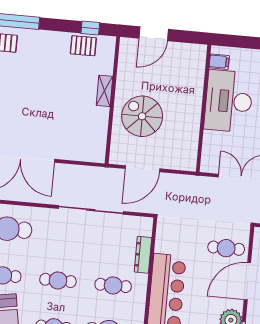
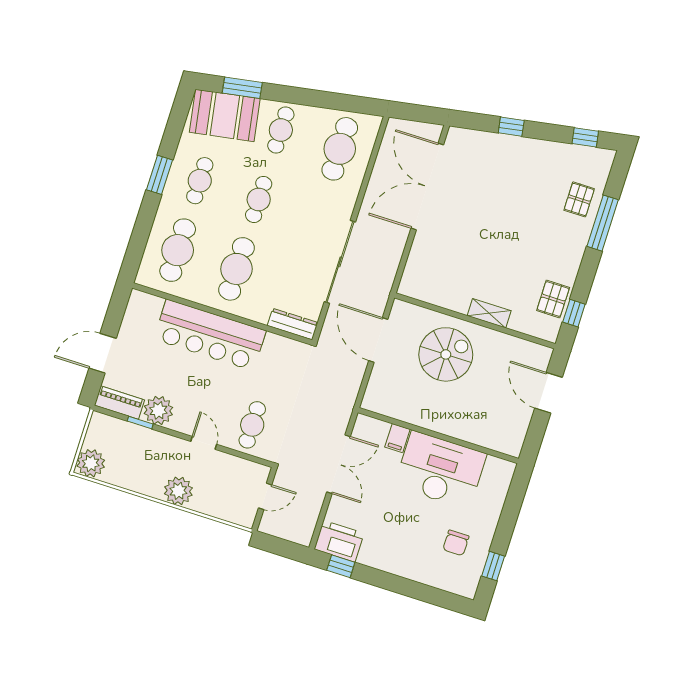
filing cabinet: (219, 62) -> (397, 438), moved
dresser: (143, 255) -> (293, 324), moved
door: (247, 281) -> (204, 443), width x0.53
cafe table: (113, 285) -> (237, 269), width x1.37, depth x1.35

